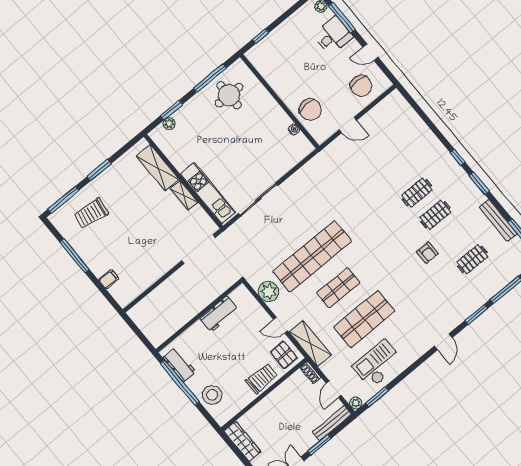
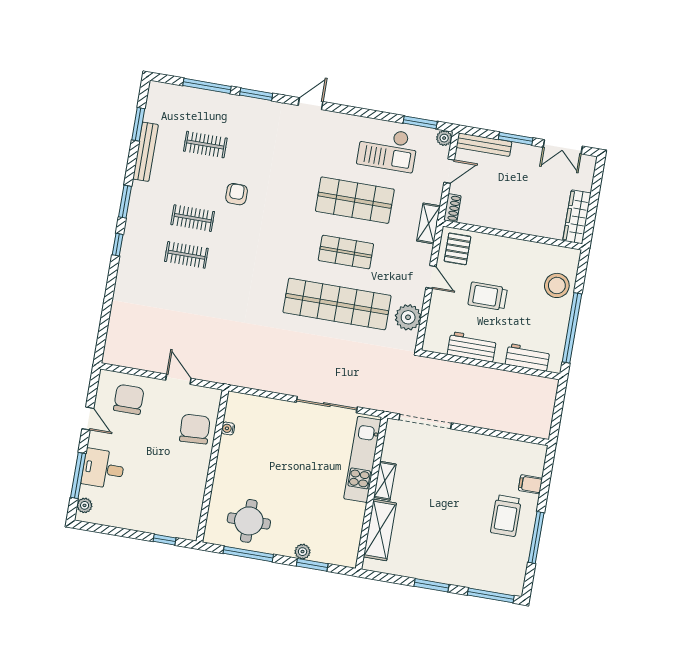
plant: (169, 124) -> (303, 552), moved
trolley: (91, 213) -> (506, 516), moved, turned 81
shelving: (310, 343) -> (428, 223), width x0.67, depth x0.75
workbench: (179, 365) -> (527, 357), moved, turned 90
trolley: (262, 378) -> (488, 296), moved

